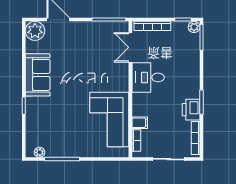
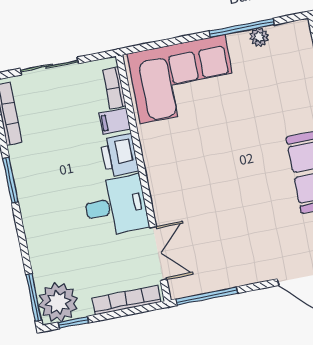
plant: (194, 27) -> (58, 302), width x1.88, depth x1.88
printer: (191, 110) -> (119, 155), moved, turned 180
corner sofa: (109, 119) -> (182, 79), moved, turned 90
plant: (40, 152) -> (259, 37), moved

